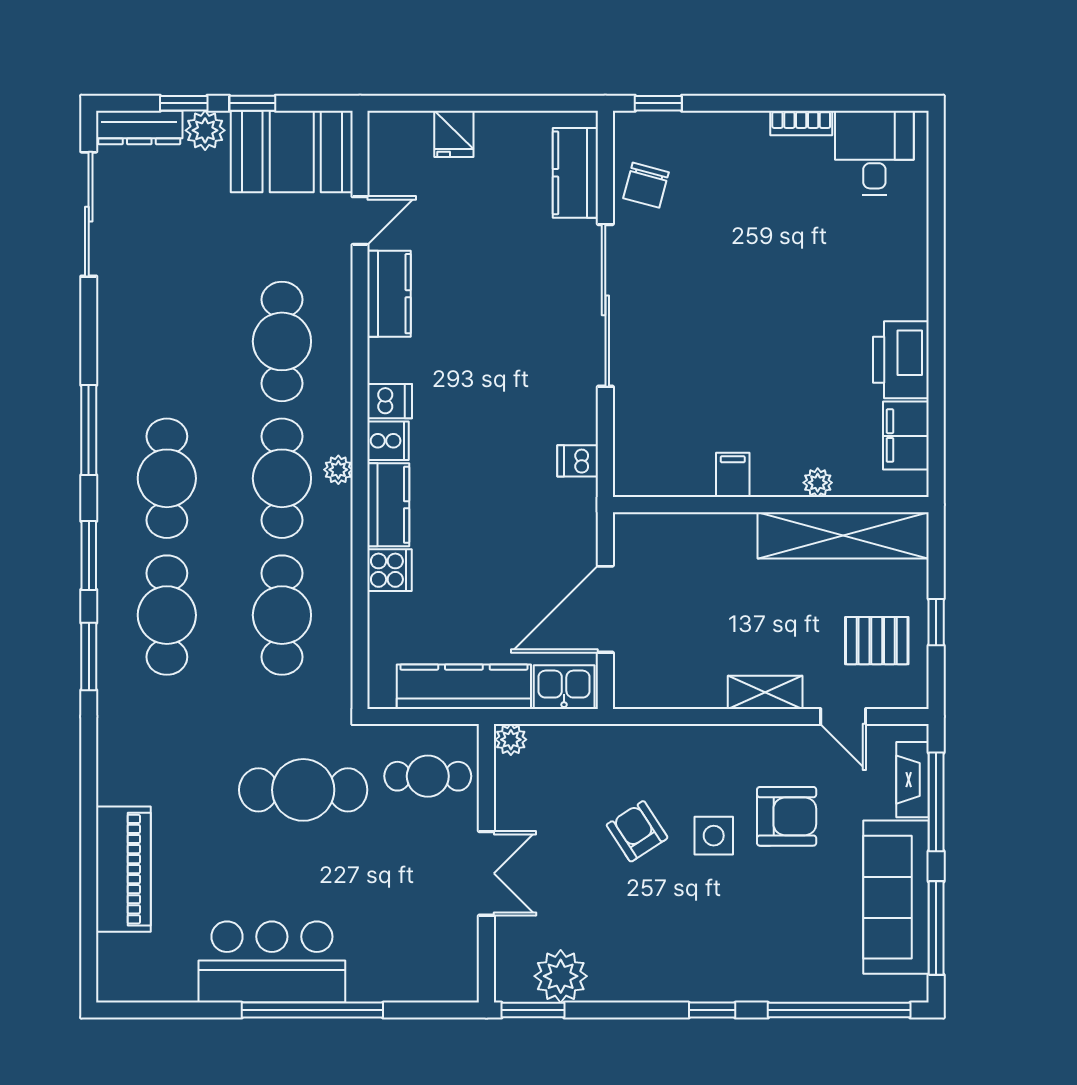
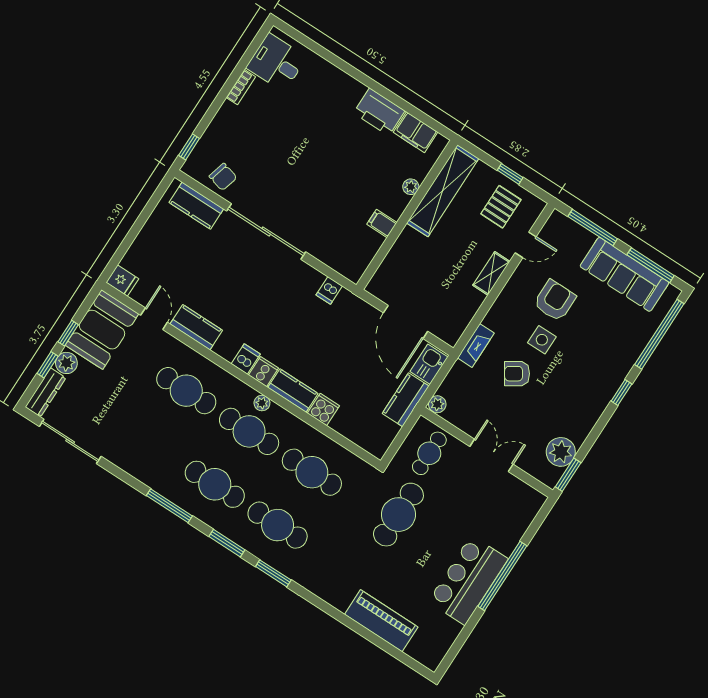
fridge: (454, 134) -> (122, 281), moved
kitchen counter: (464, 687) -> (406, 400), width x0.67
fireplace: (913, 780) -> (476, 345), moved, turned -90

